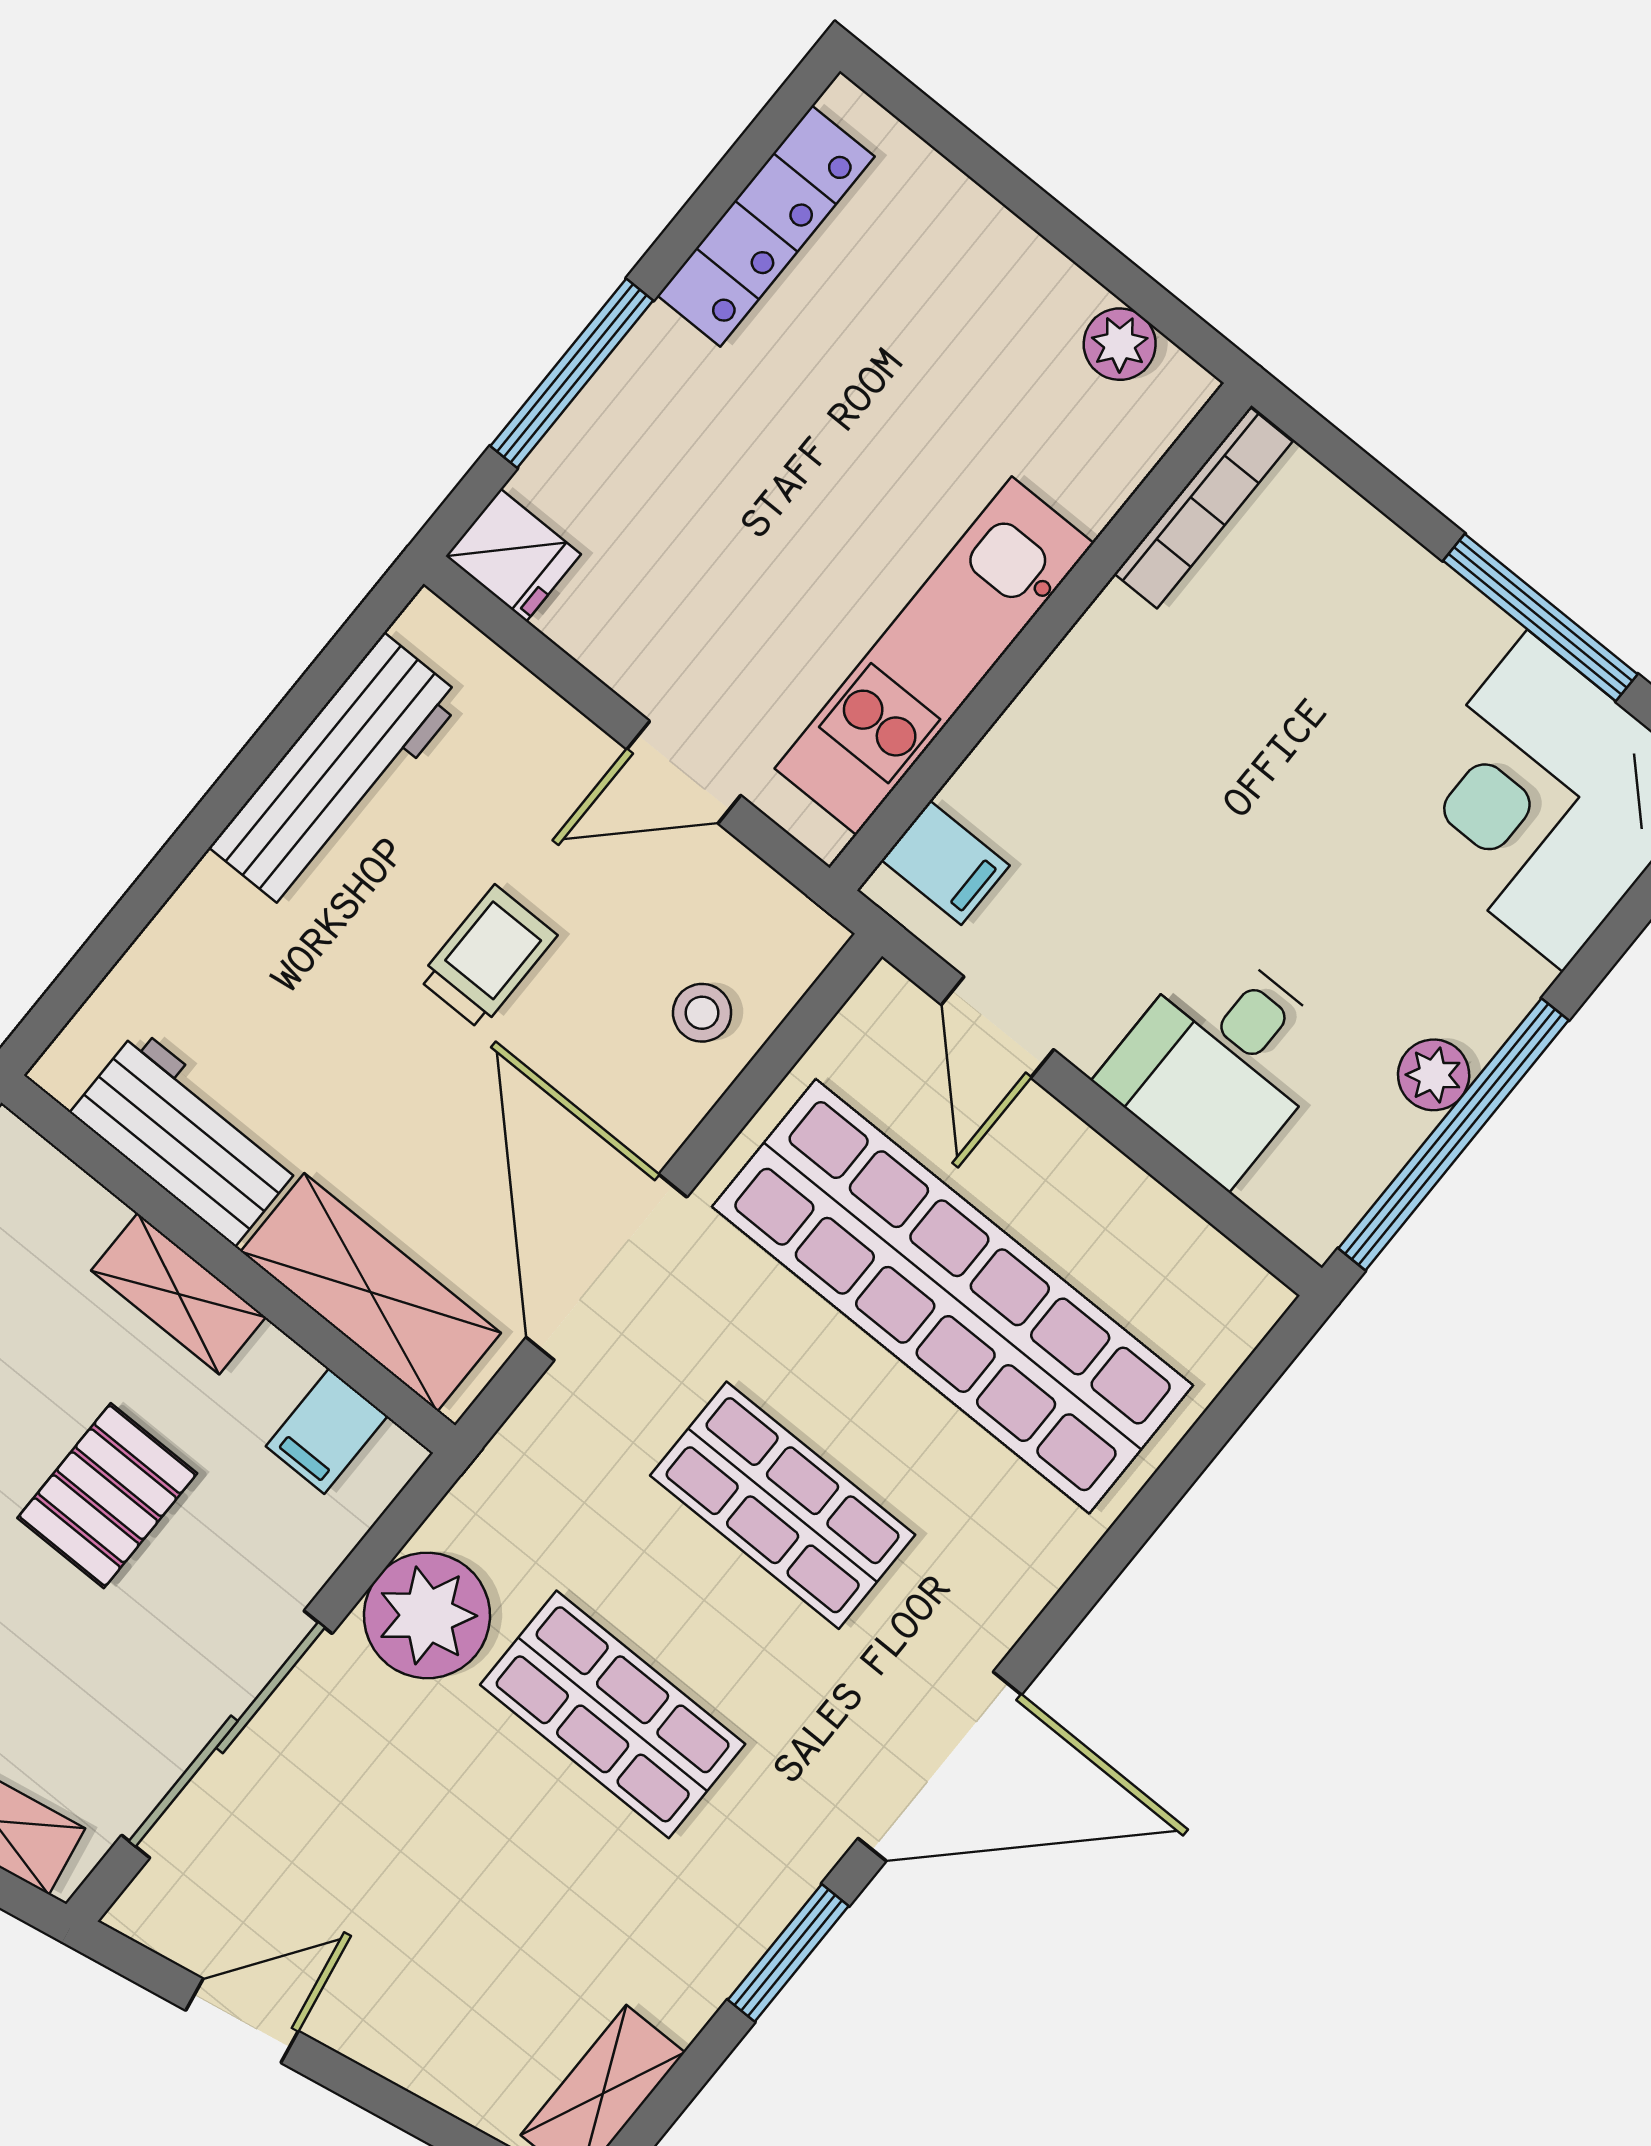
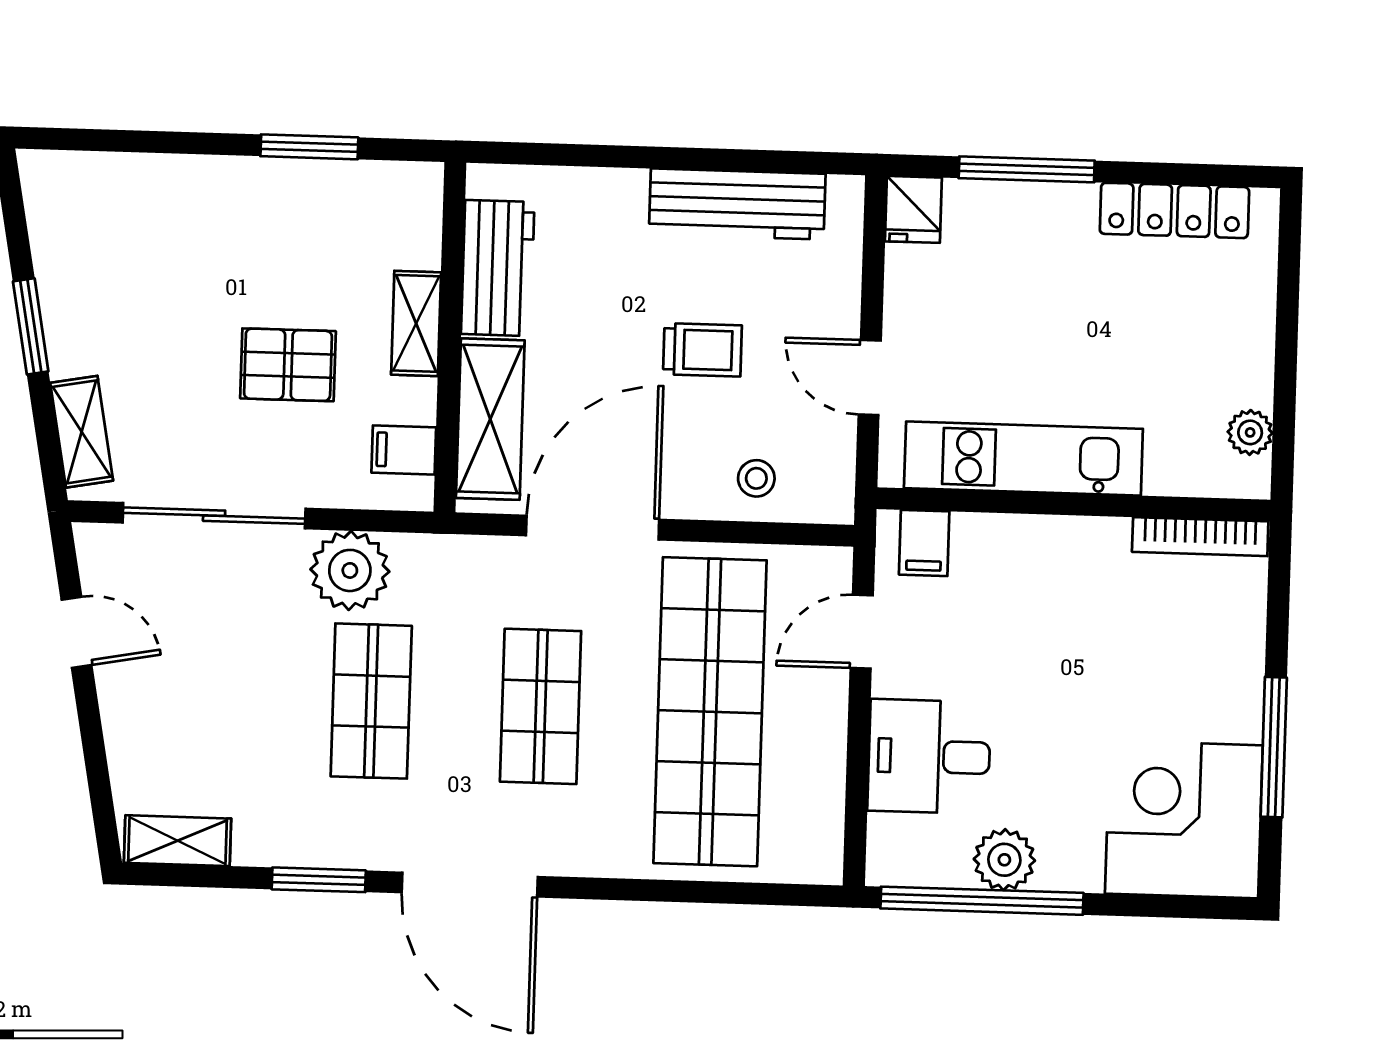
plant: (1434, 1075) -> (1004, 860), width x1.38, depth x1.38

